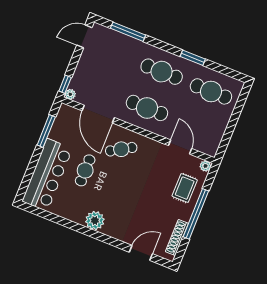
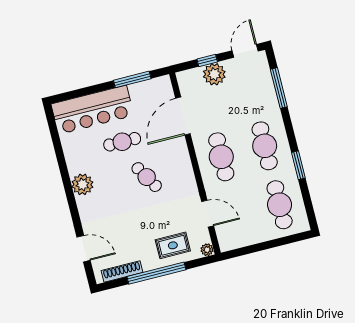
door: (84, 36) -> (245, 51), hinge flipped
window: (65, 84) -> (207, 61), moved
plant: (70, 94) -> (214, 74), moved, width x1.88, depth x1.88
door: (180, 147) -> (208, 214), hinge flipped
cafe table: (121, 149) -> (147, 177), moved

